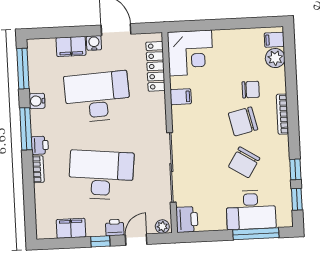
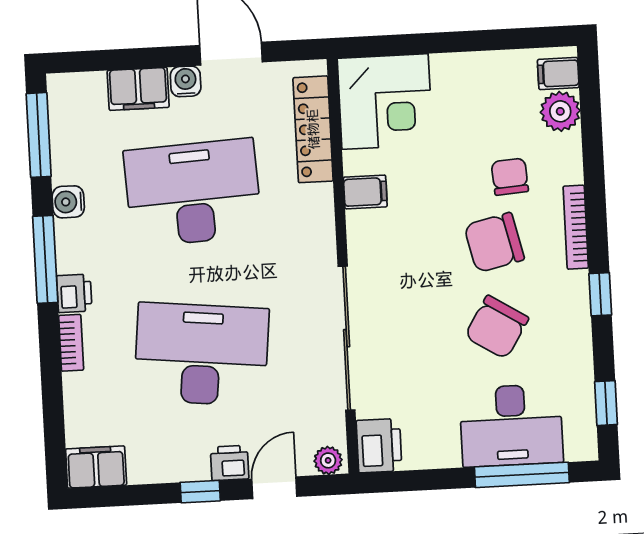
chair: (251, 90) -> (510, 177), turned -94
window: (295, 169) -> (600, 294), moved
filing cabinet: (71, 228) -> (96, 467), moved

